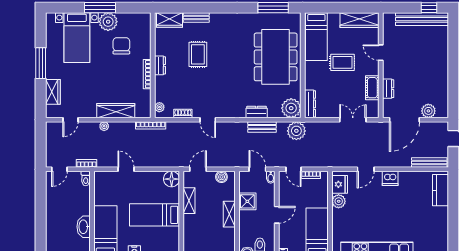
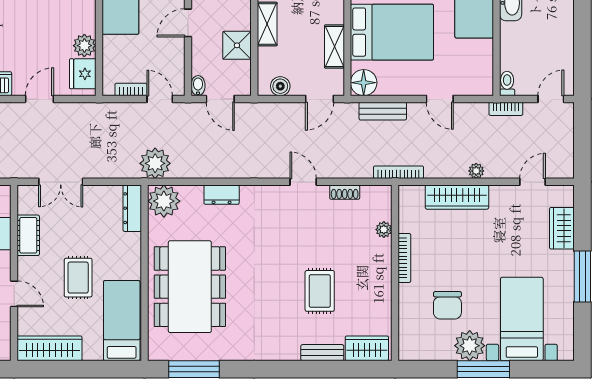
rug: (342, 62) -> (78, 278), turned 90
dresser: (160, 65) -> (383, 272), removed
plant: (159, 107) -> (384, 230), moved
bench: (262, 127) -> (383, 111), moved
bed: (155, 215) -> (392, 32), width x1.50

